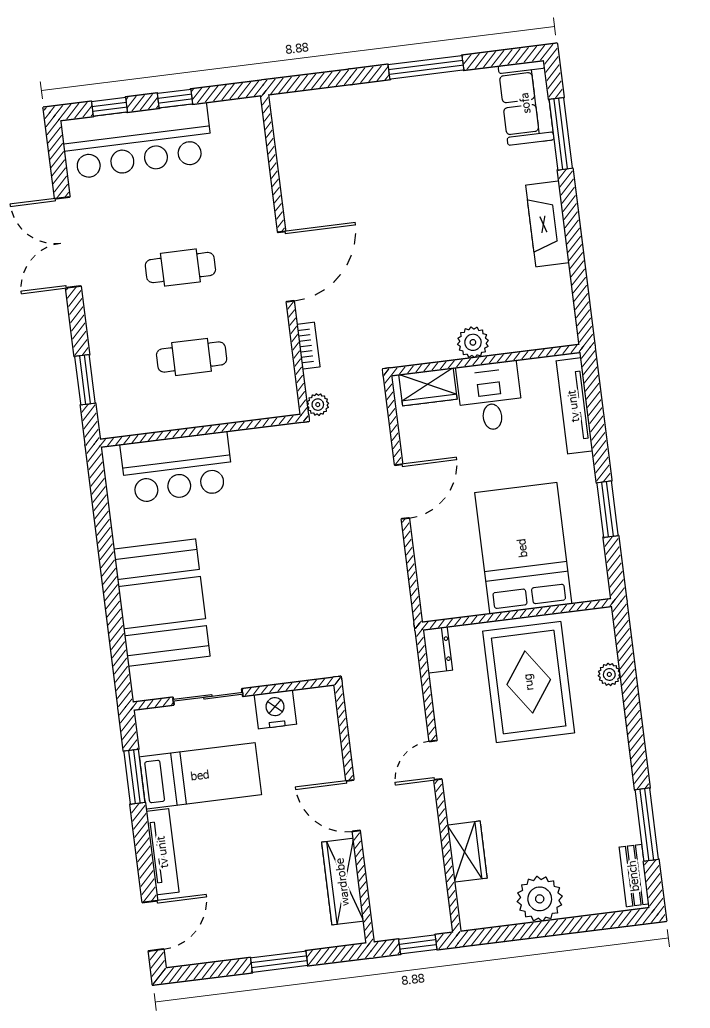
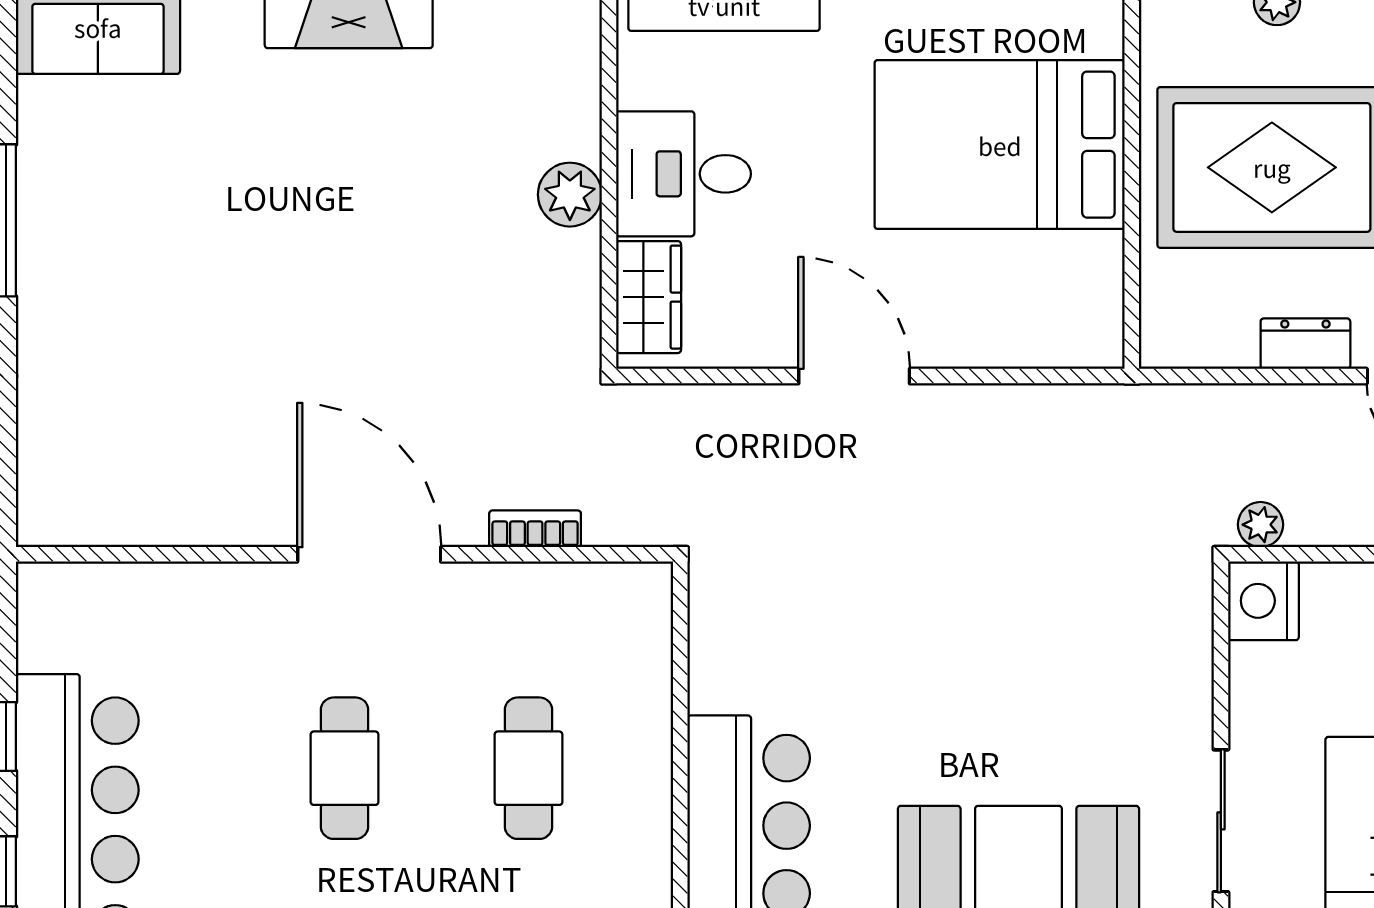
plant: (318, 405) -> (1261, 525), moved
dresser: (438, 650) -> (1305, 344), moved
nightstand: (275, 709) -> (1263, 601), moved

